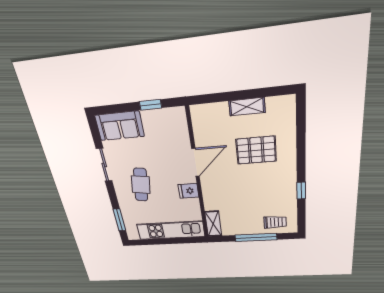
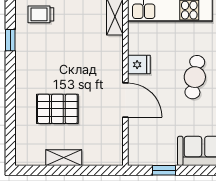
door: (196, 162) -> (125, 100), swing flipped
window: (301, 191) -> (10, 40), moved

